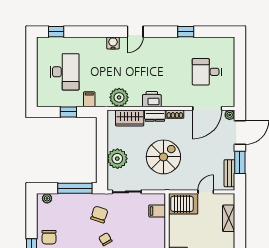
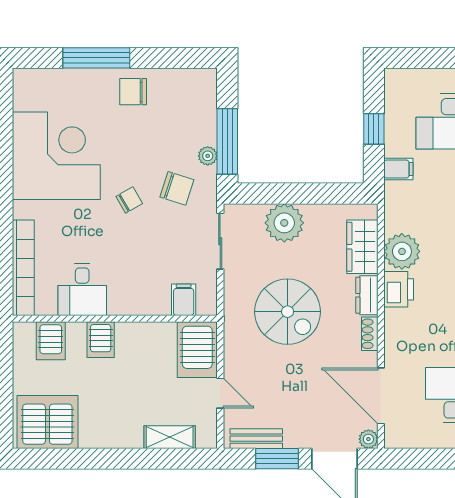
plant: (119, 97) -> (402, 251), moved
plant: (47, 198) -> (208, 156), moved

